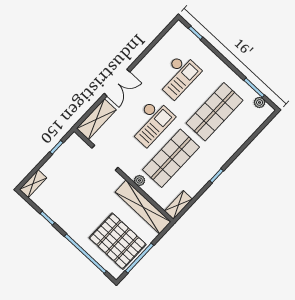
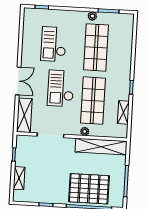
checkout: (178, 76) -> (54, 44), turned 180
plant: (260, 102) -> (92, 16), moved
checkout: (151, 122) -> (61, 88), turned 180
shelving: (33, 184) -> (19, 178), moved
shelving: (178, 205) -> (123, 112), moved
pallet: (118, 241) -> (89, 189), moved

